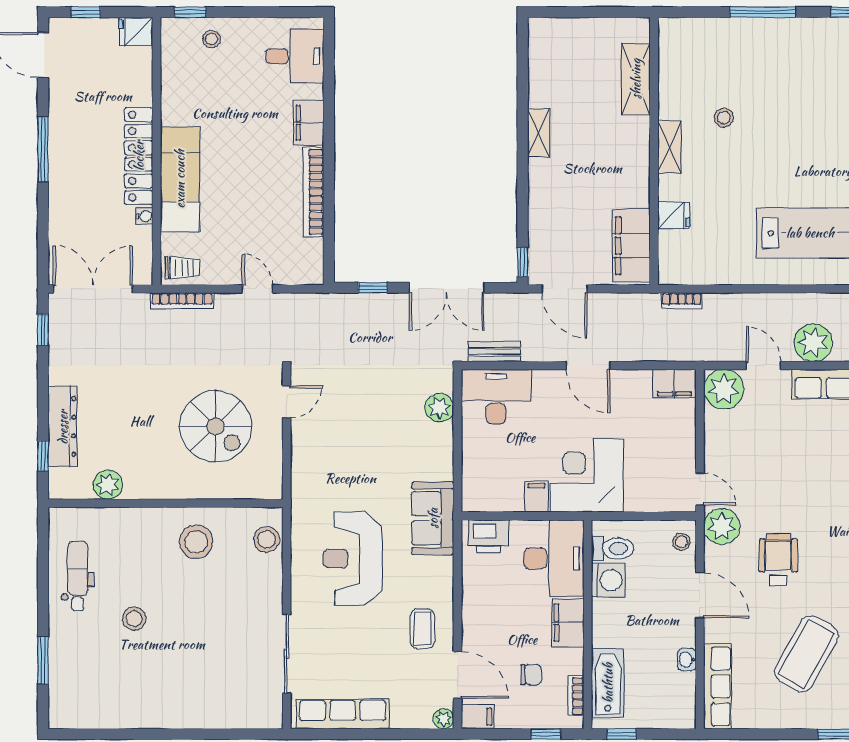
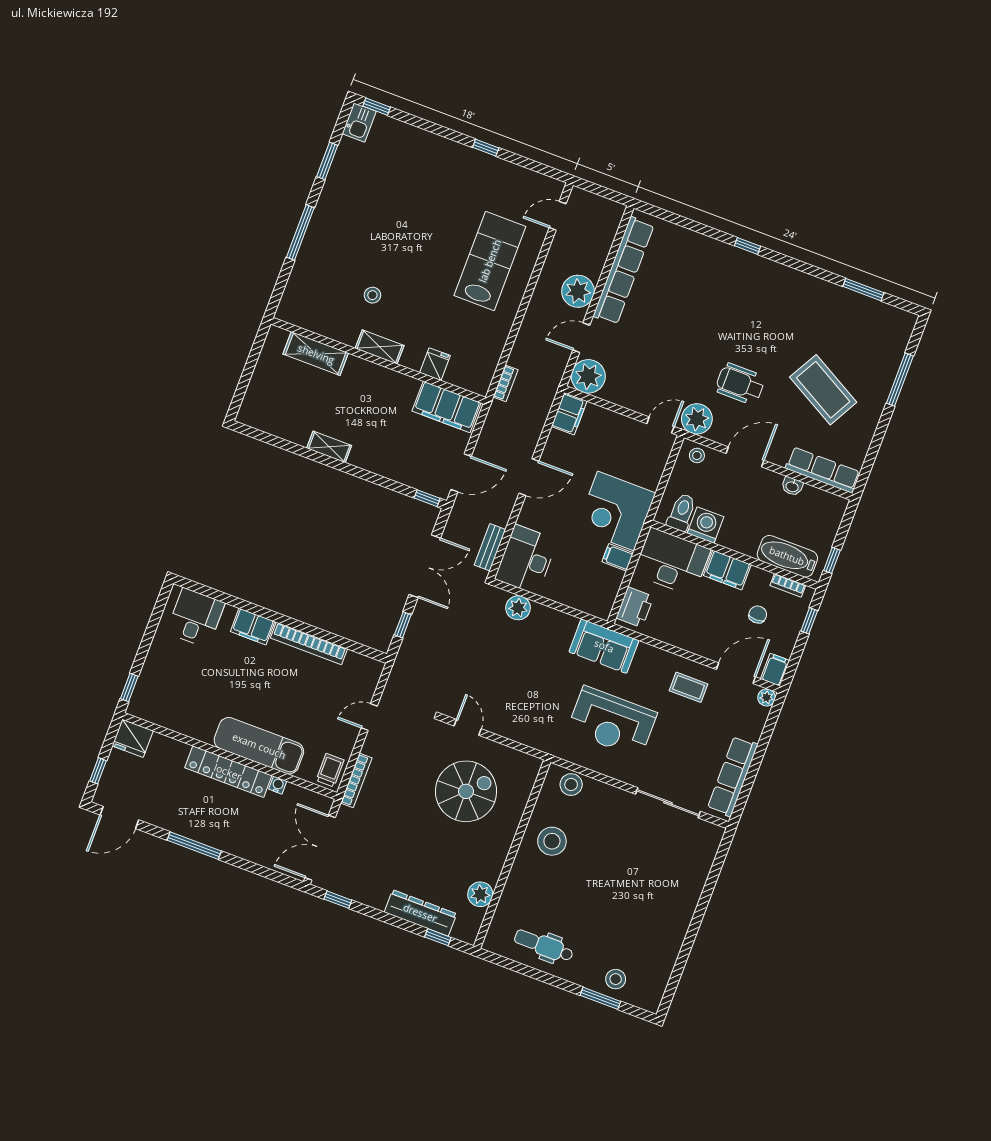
fridge: (136, 31) -> (133, 738), width x1.38
stool: (212, 39) -> (157, 679), removed
stool: (134, 619) -> (616, 979), moved

